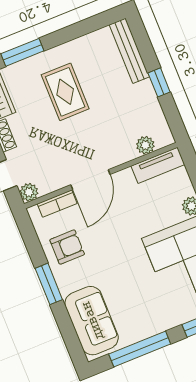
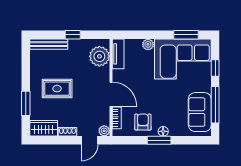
plant: (145, 145) -> (99, 56), width x1.88, depth x1.88
floor lamp: (65, 285) -> (163, 131), added
sofa: (92, 321) -> (200, 112), moved, turned -90

